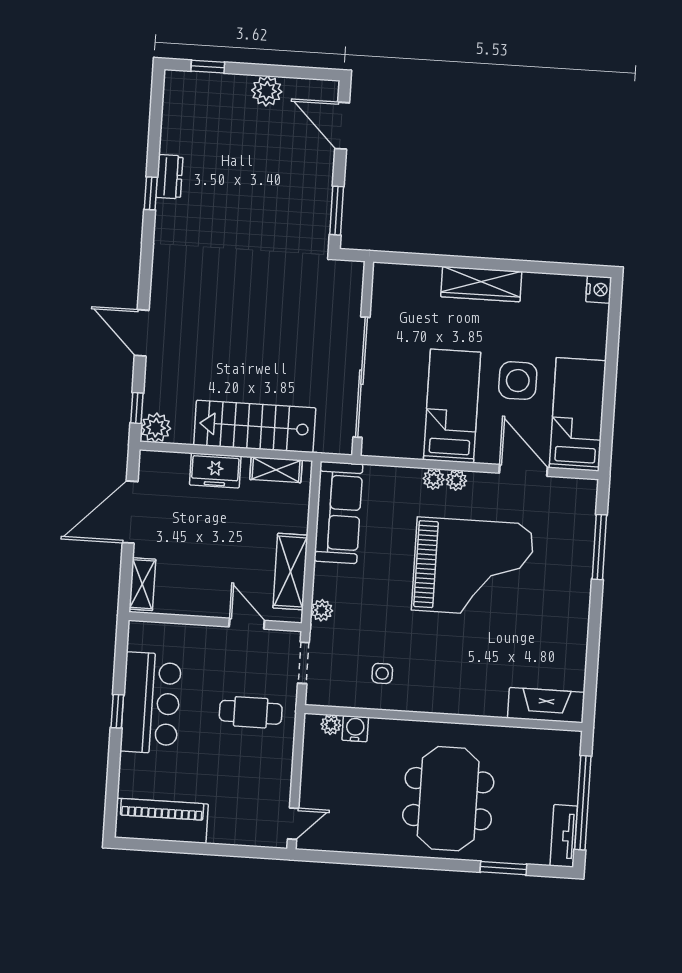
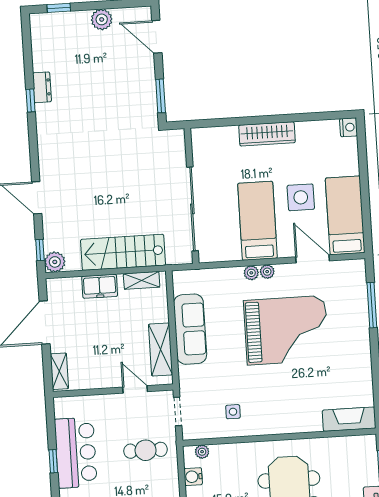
sofa: (338, 512) -> (190, 329), moved
plant: (322, 610) -> (186, 373), removed
water cooler: (355, 729) -> (193, 477), moved, turned -90

